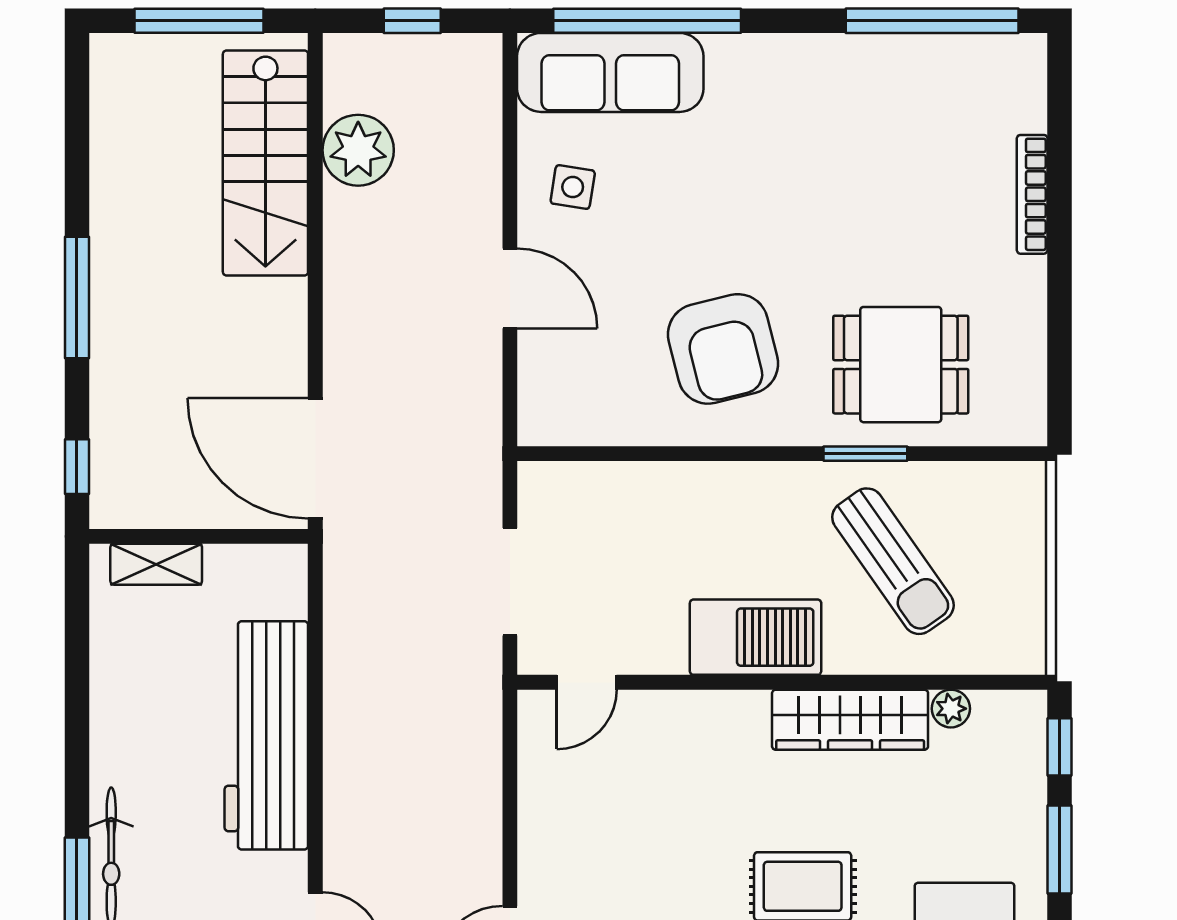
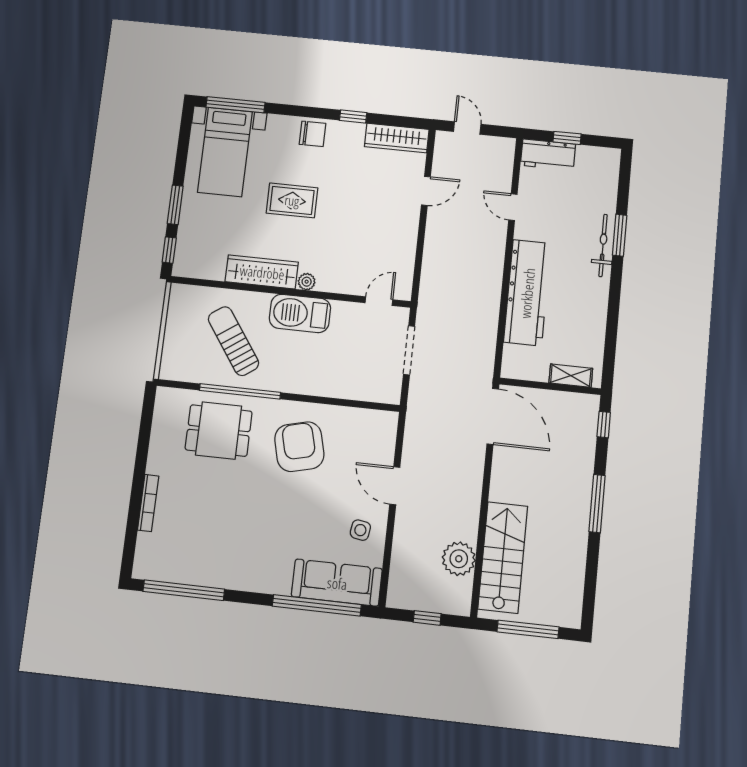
window: (865, 454) -> (240, 391), width x2.11
plant: (951, 709) -> (307, 282), moved

